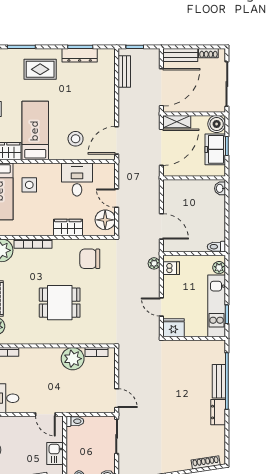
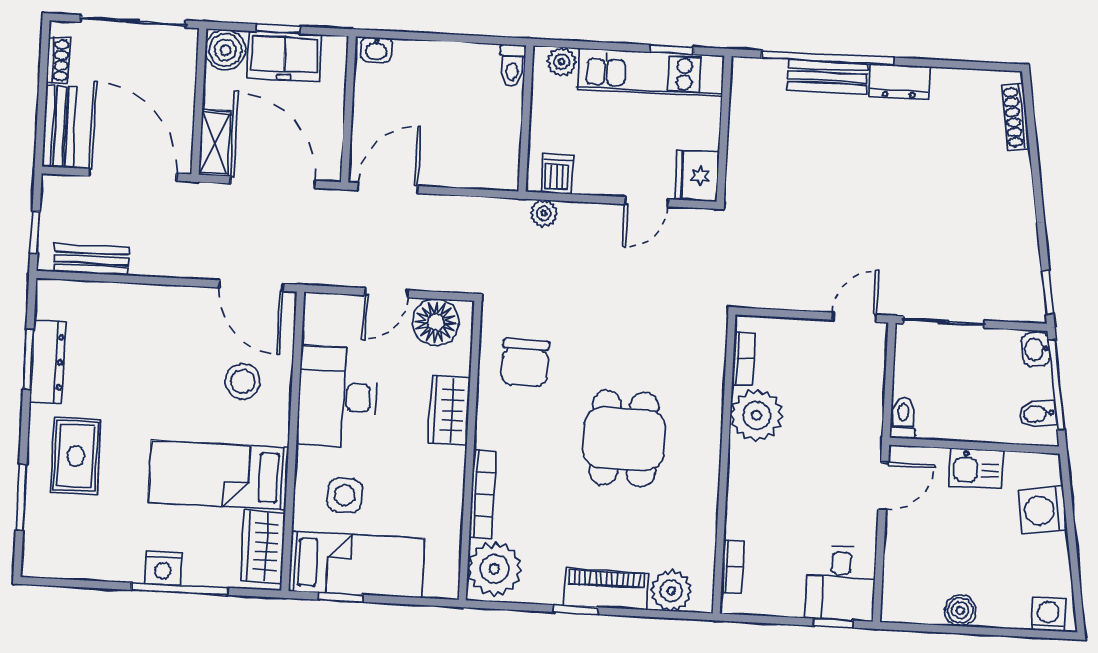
desk: (77, 180) -> (337, 397), width x1.37
door: (161, 226) -> (388, 188), moved

